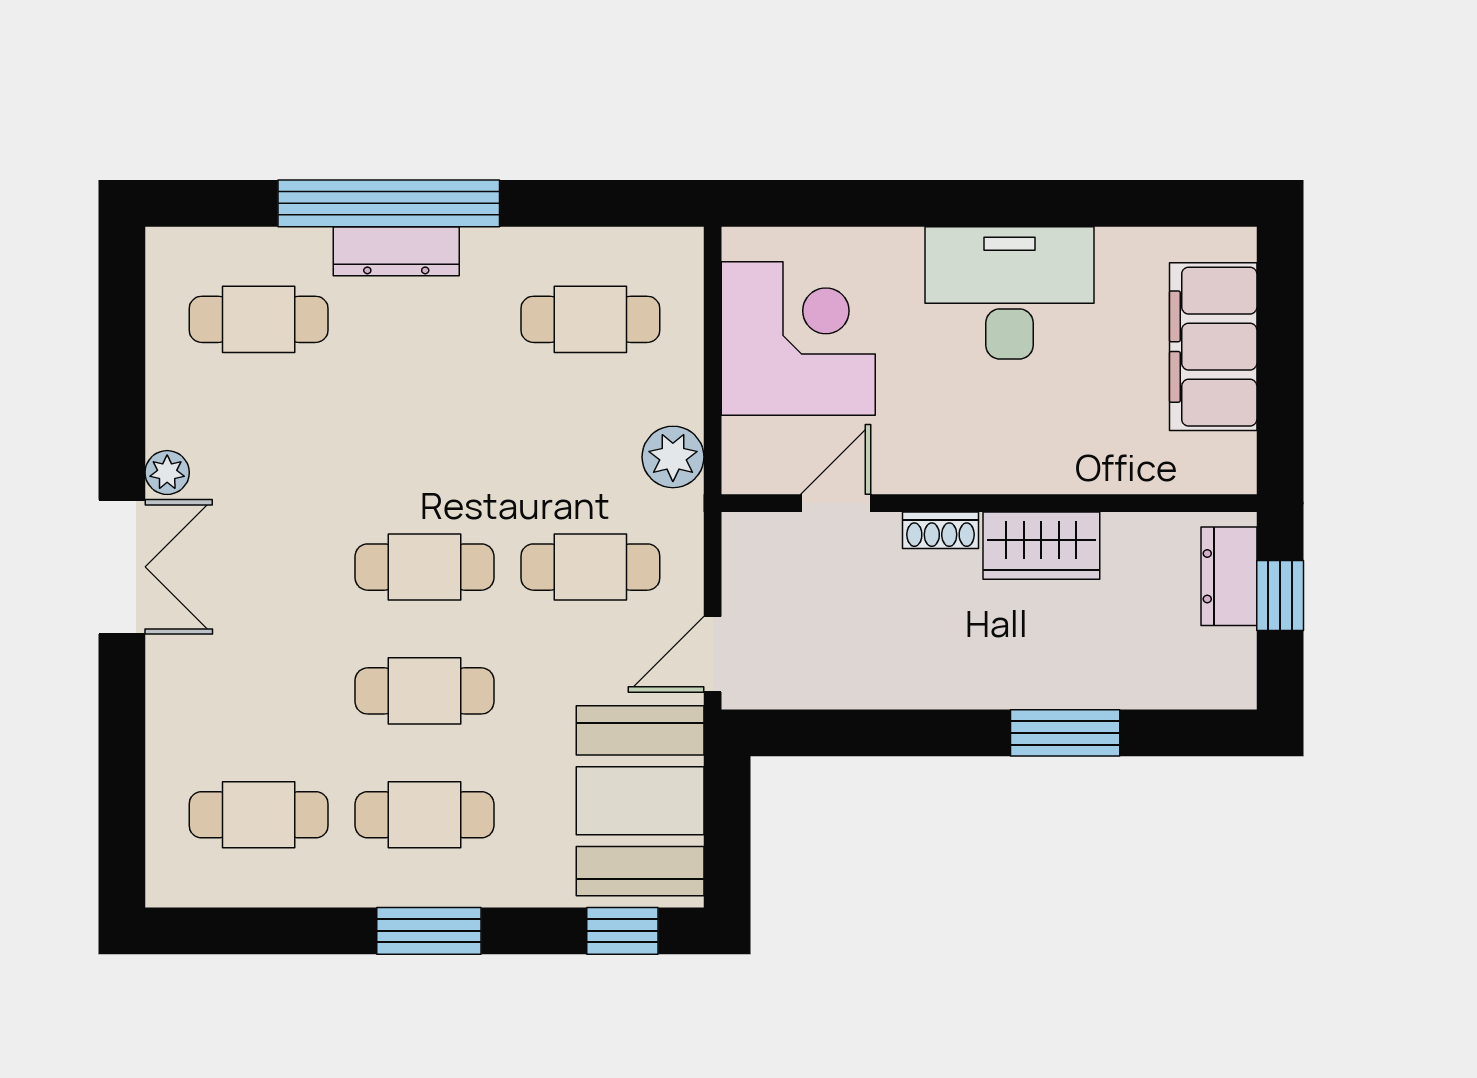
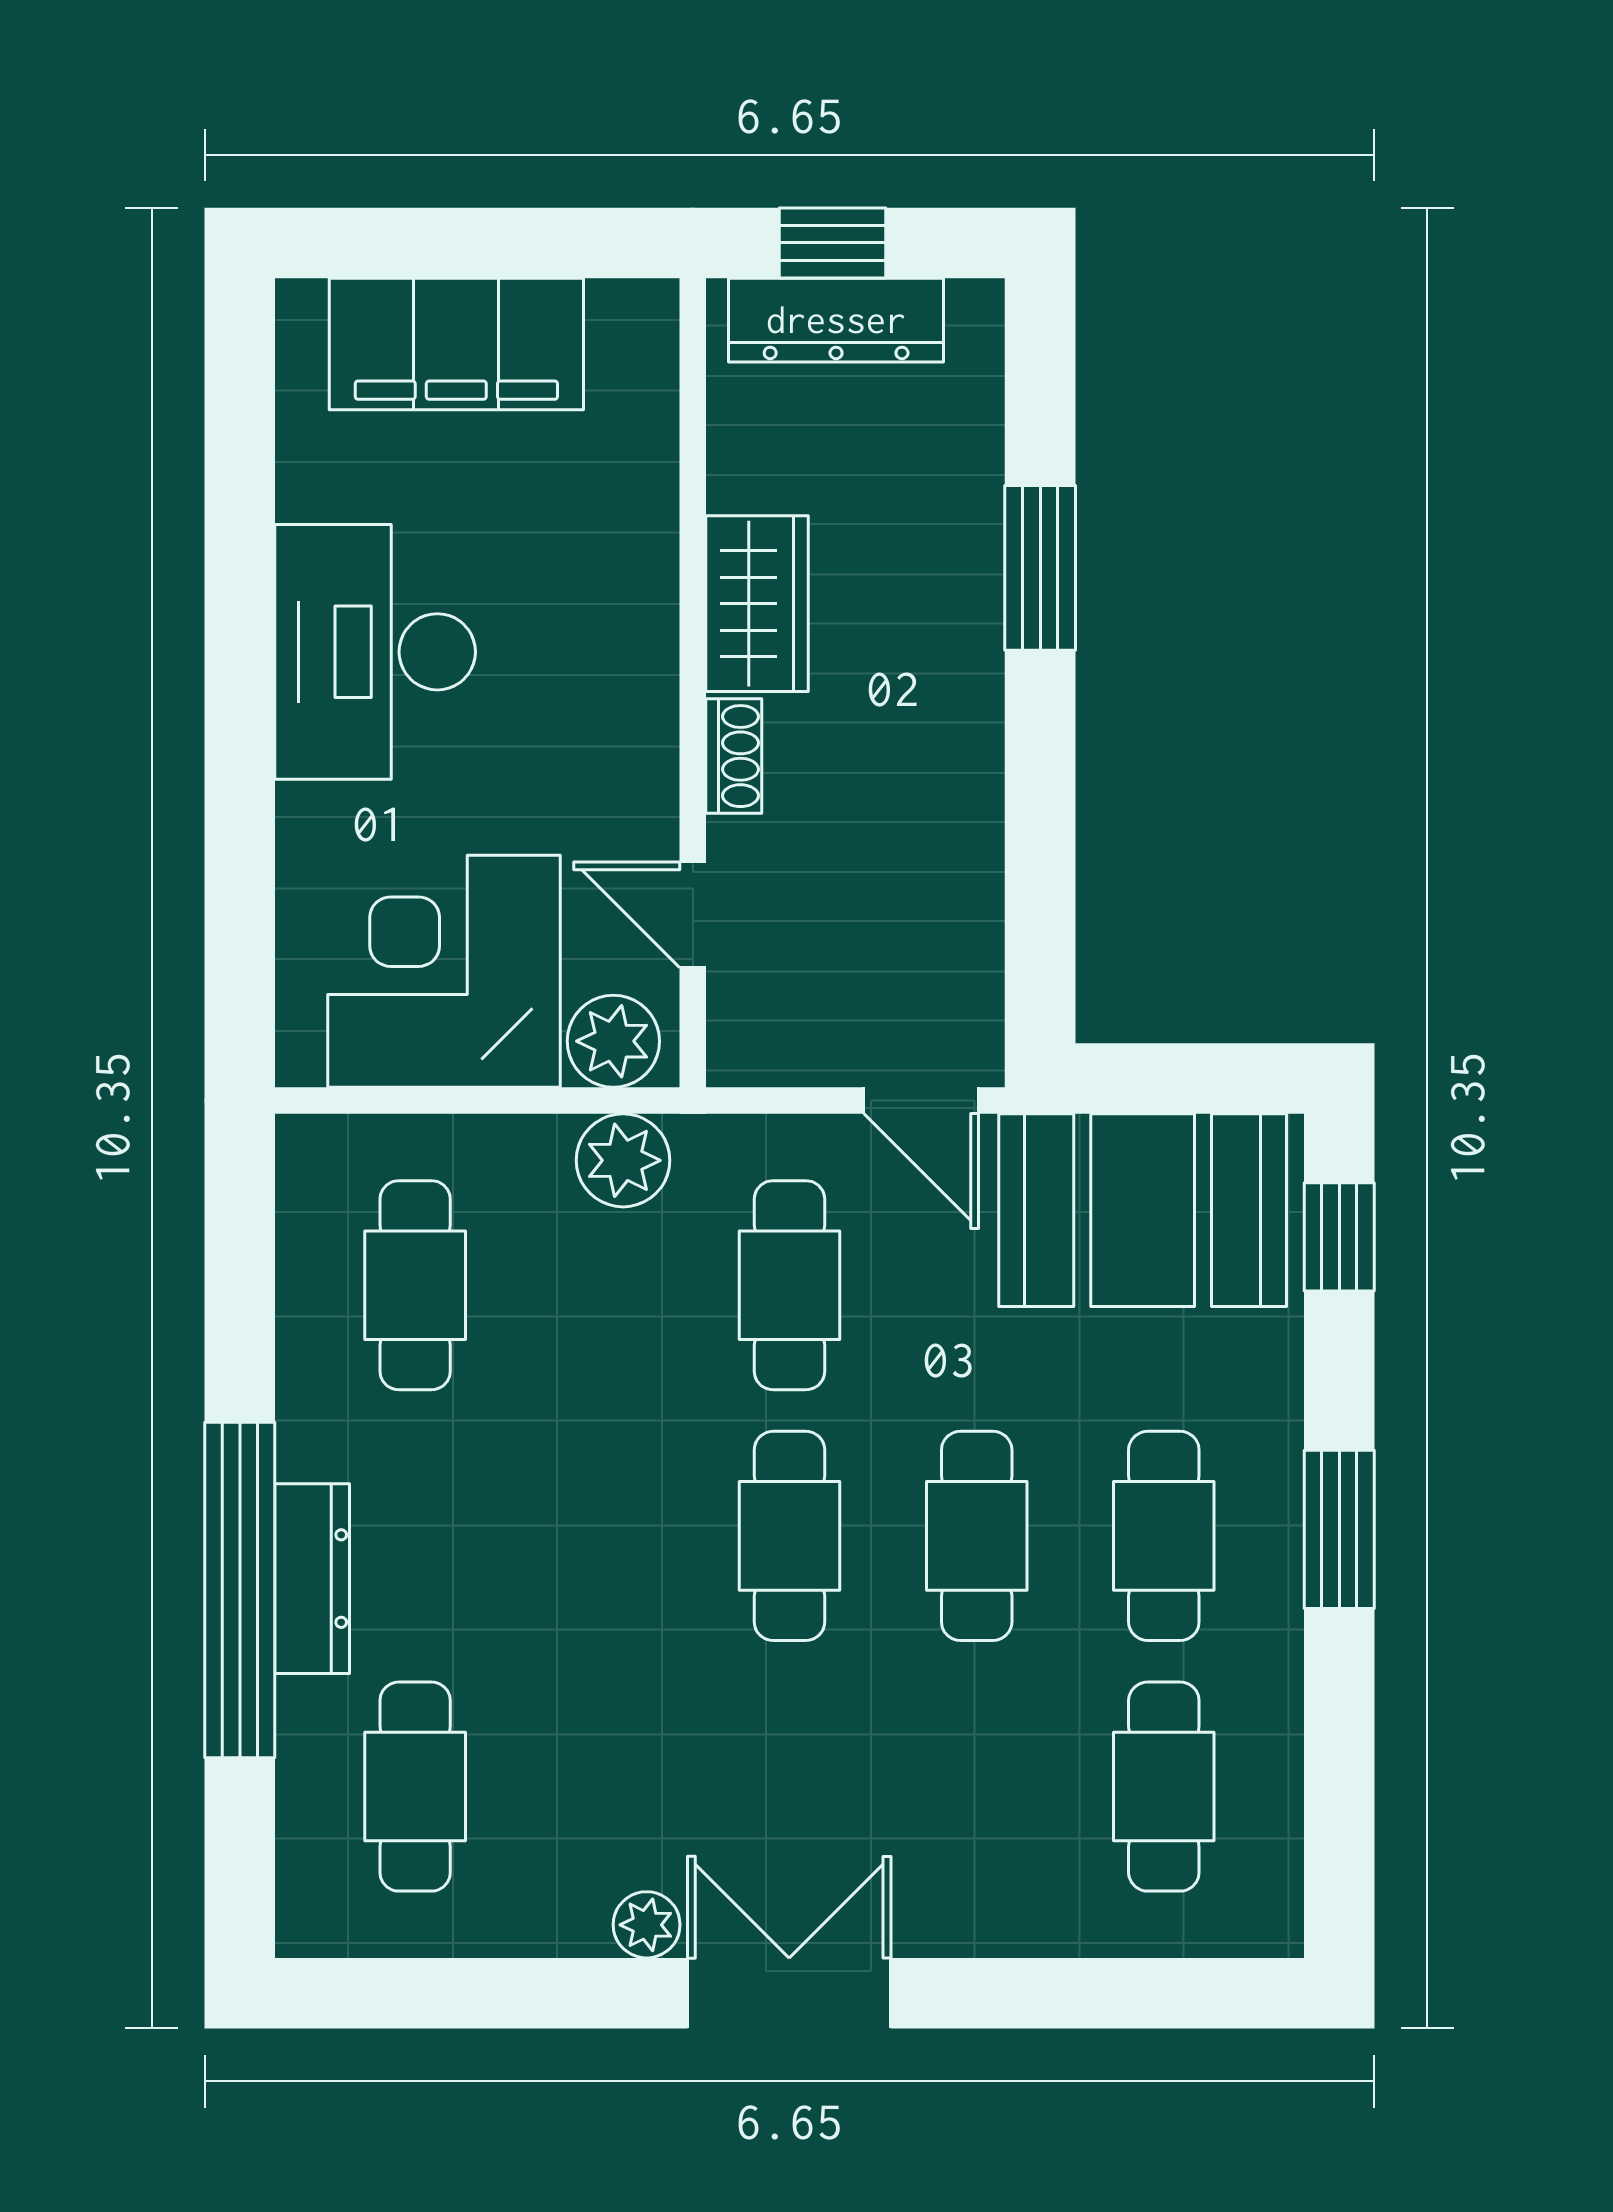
plant: (752, 451) -> (613, 1041), added
dresser: (1229, 576) -> (836, 320), width x1.44

